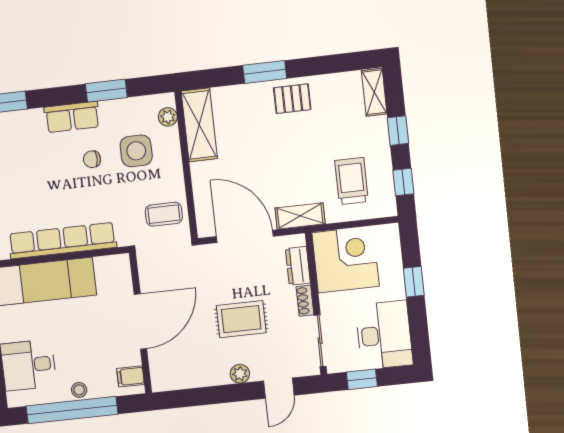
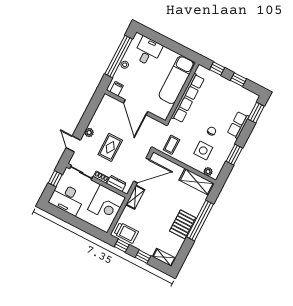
window: (265, 72) -> (200, 221), width x2.11
pallet: (292, 99) -> (183, 224), width x1.50, depth x1.42
row of seats: (72, 117) -> (238, 125), moved
trolley: (352, 181) -> (126, 233), moved
window: (414, 282) -> (80, 224), removed

